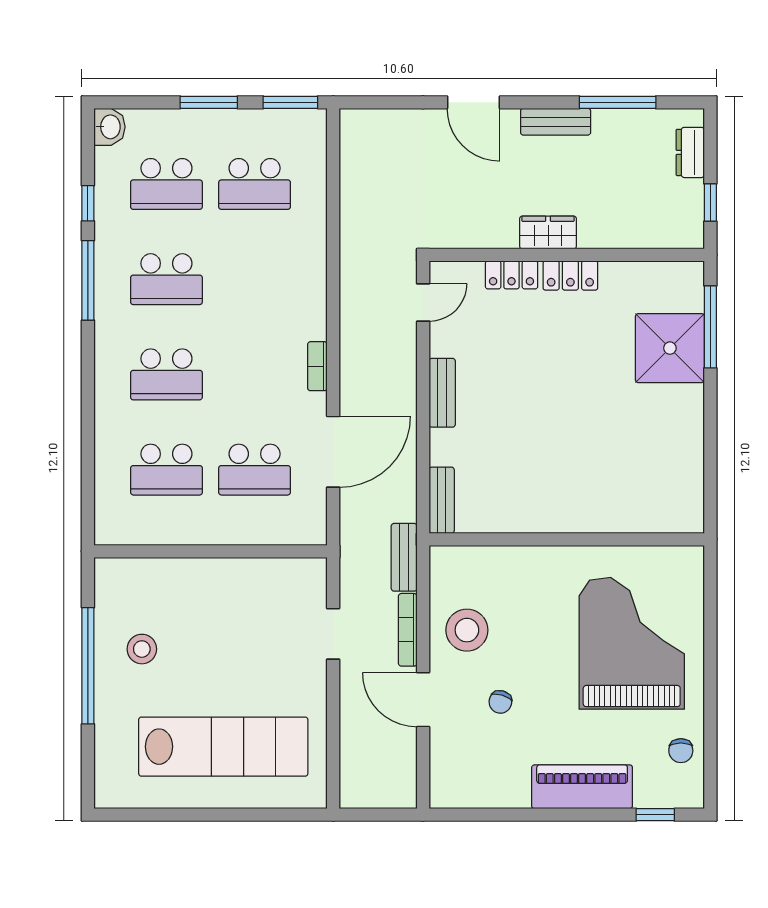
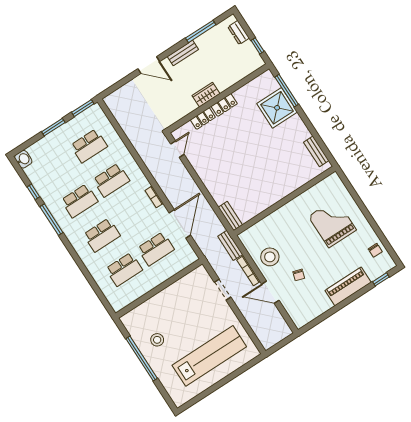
school desk: (166, 184) -> (111, 180), moved
bench: (442, 393) -> (316, 151), moved
grand piano: (632, 643) -> (332, 223), width x0.73, depth x0.68

